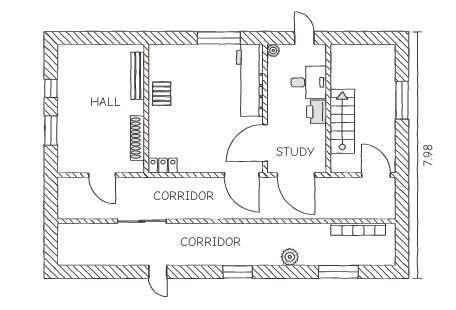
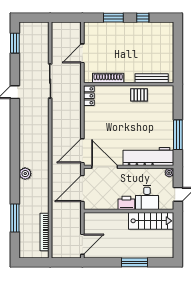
stairs: (342, 121) -> (151, 221), moved
plant: (290, 257) -> (25, 174), moved
window: (238, 272) -> (15, 43), moved

